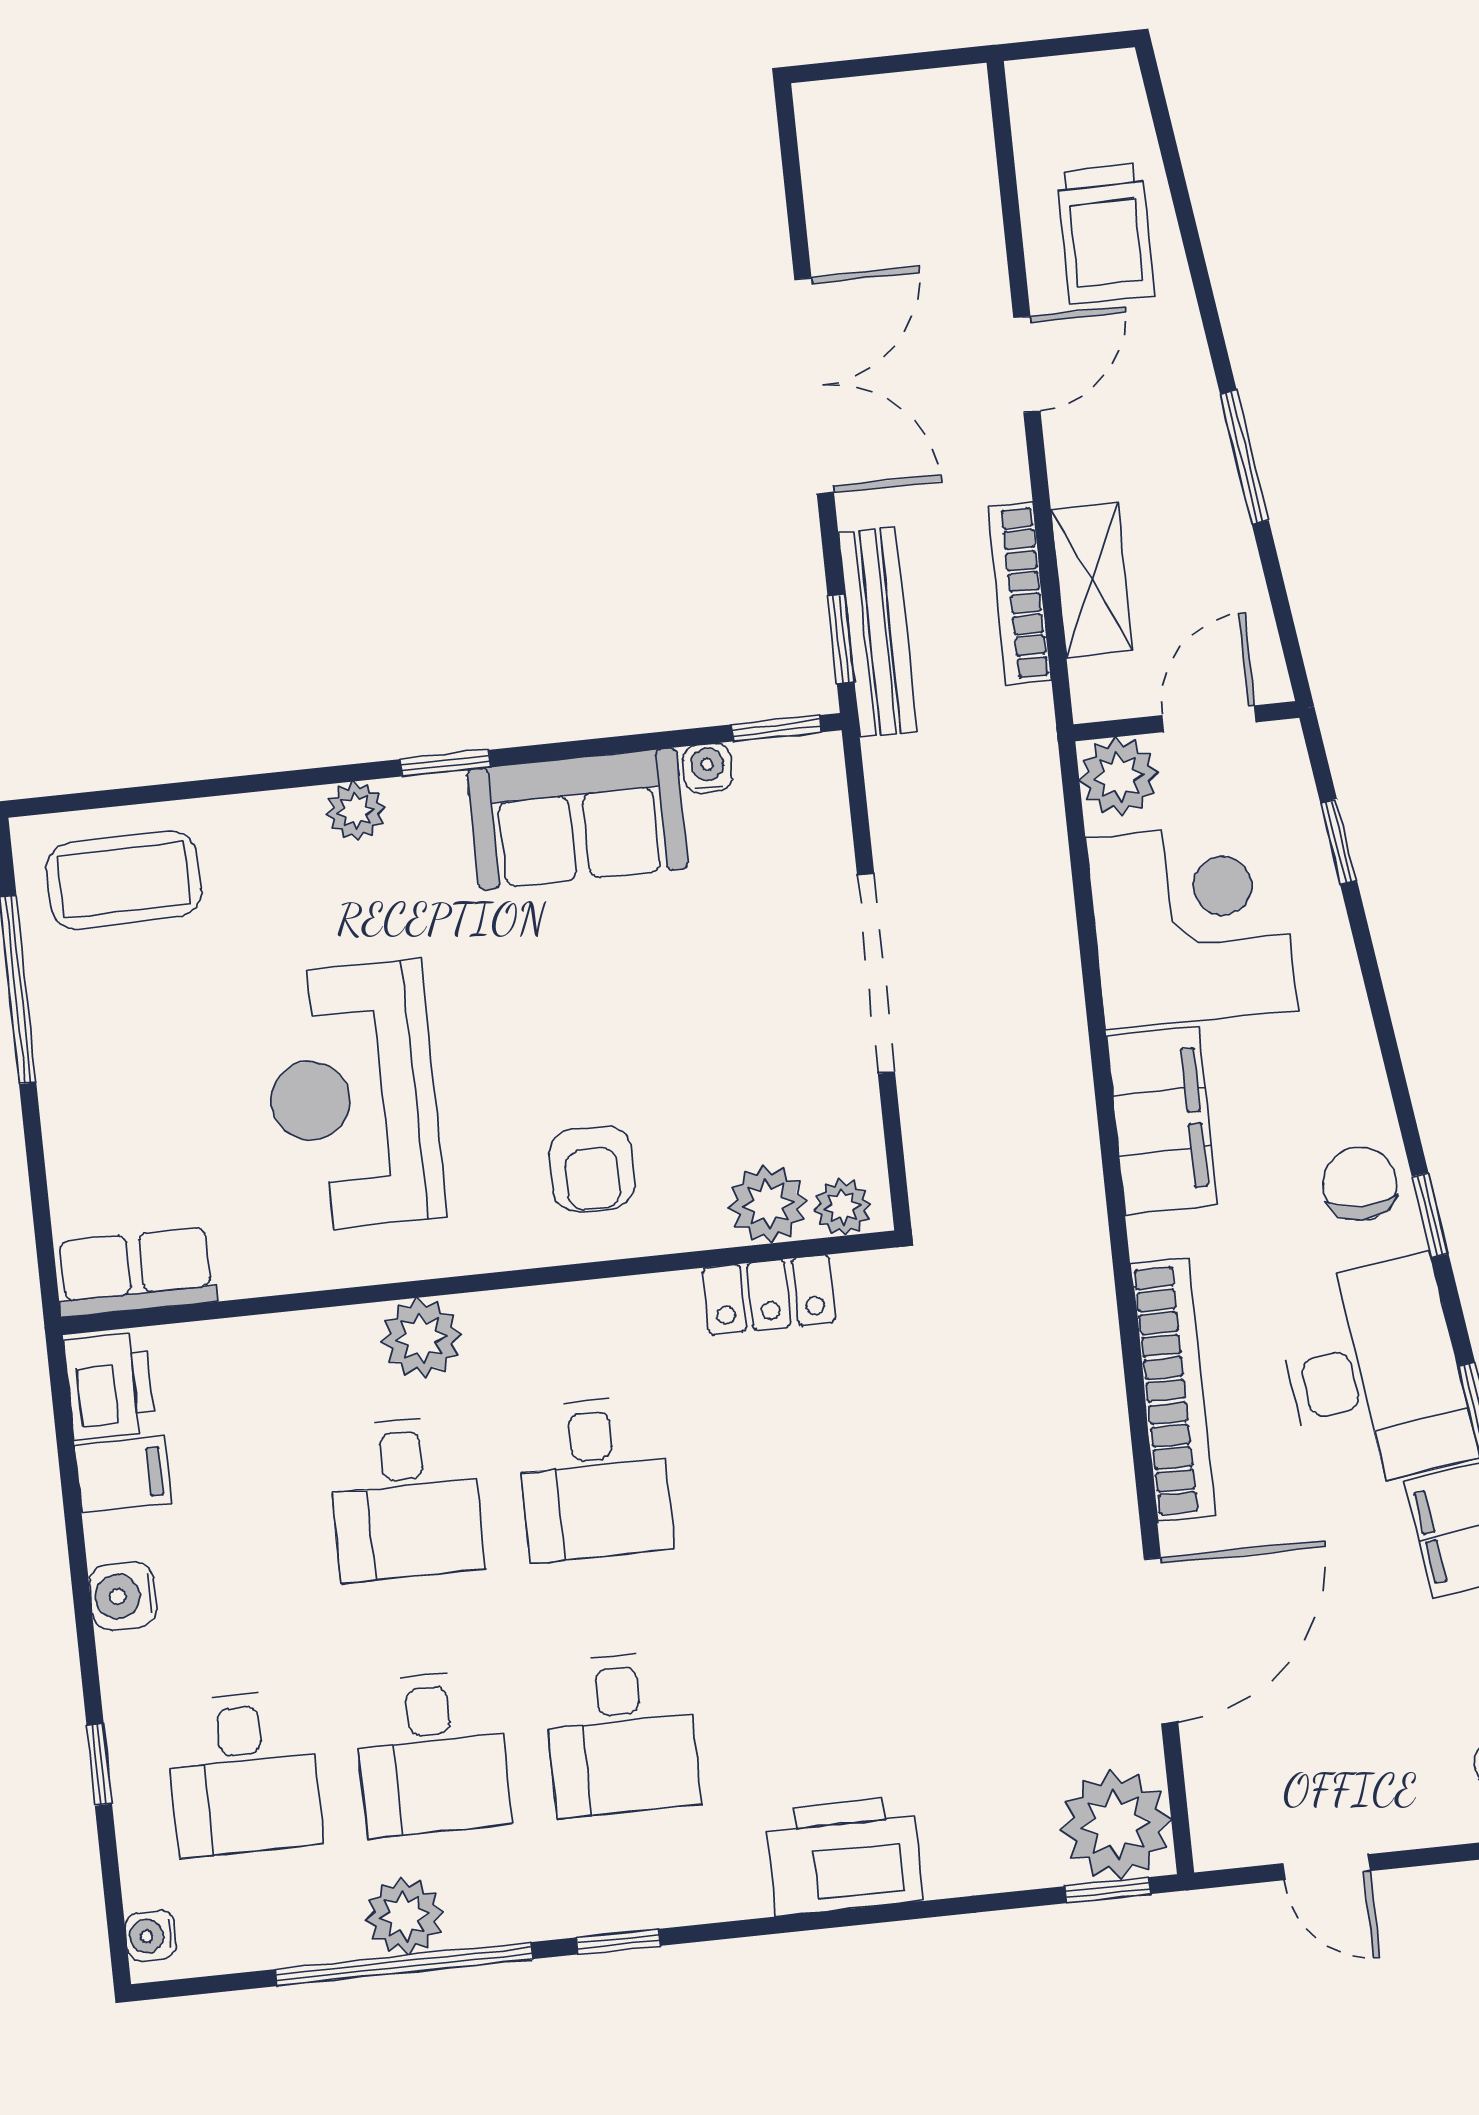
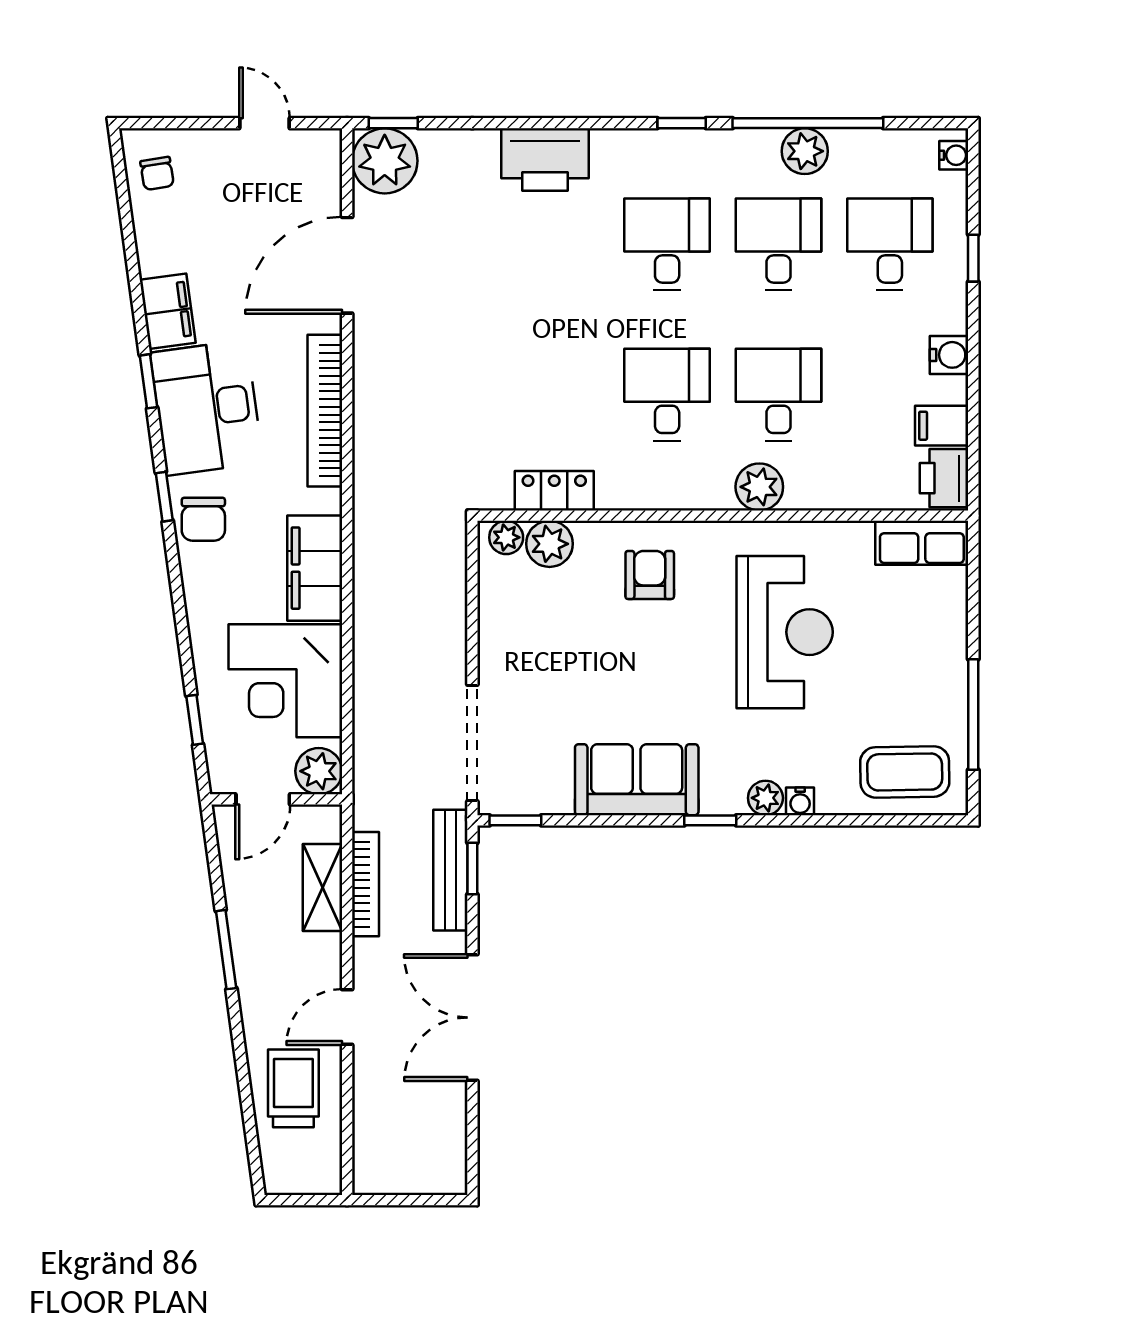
water cooler: (708, 768) -> (800, 801), moved
doorway: (876, 974) -> (472, 743), moved

